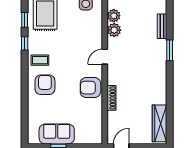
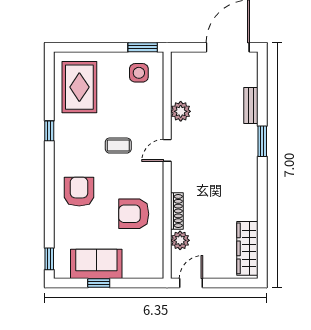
plant: (114, 16) -> (180, 240), moved
window: (25, 20) -> (49, 259), moved
coffee table: (40, 60) -> (118, 146), moved
armchair: (90, 88) -> (134, 214), moved

